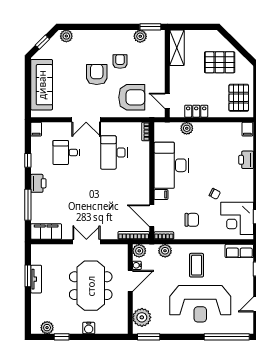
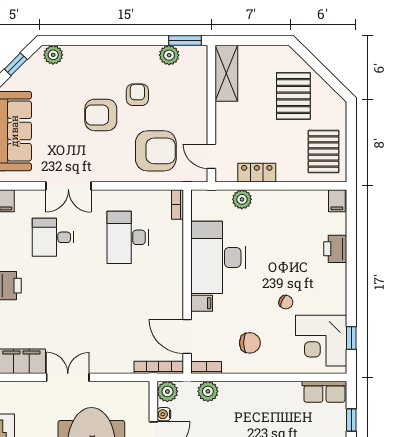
pallet: (220, 62) -> (293, 96), turned 90
armchair: (97, 74) -> (101, 115), turned -90
double door: (86, 120) -> (68, 186), moved
double door: (86, 242) -> (68, 377), moved
coffee table: (197, 265) -> (257, 414), removed

